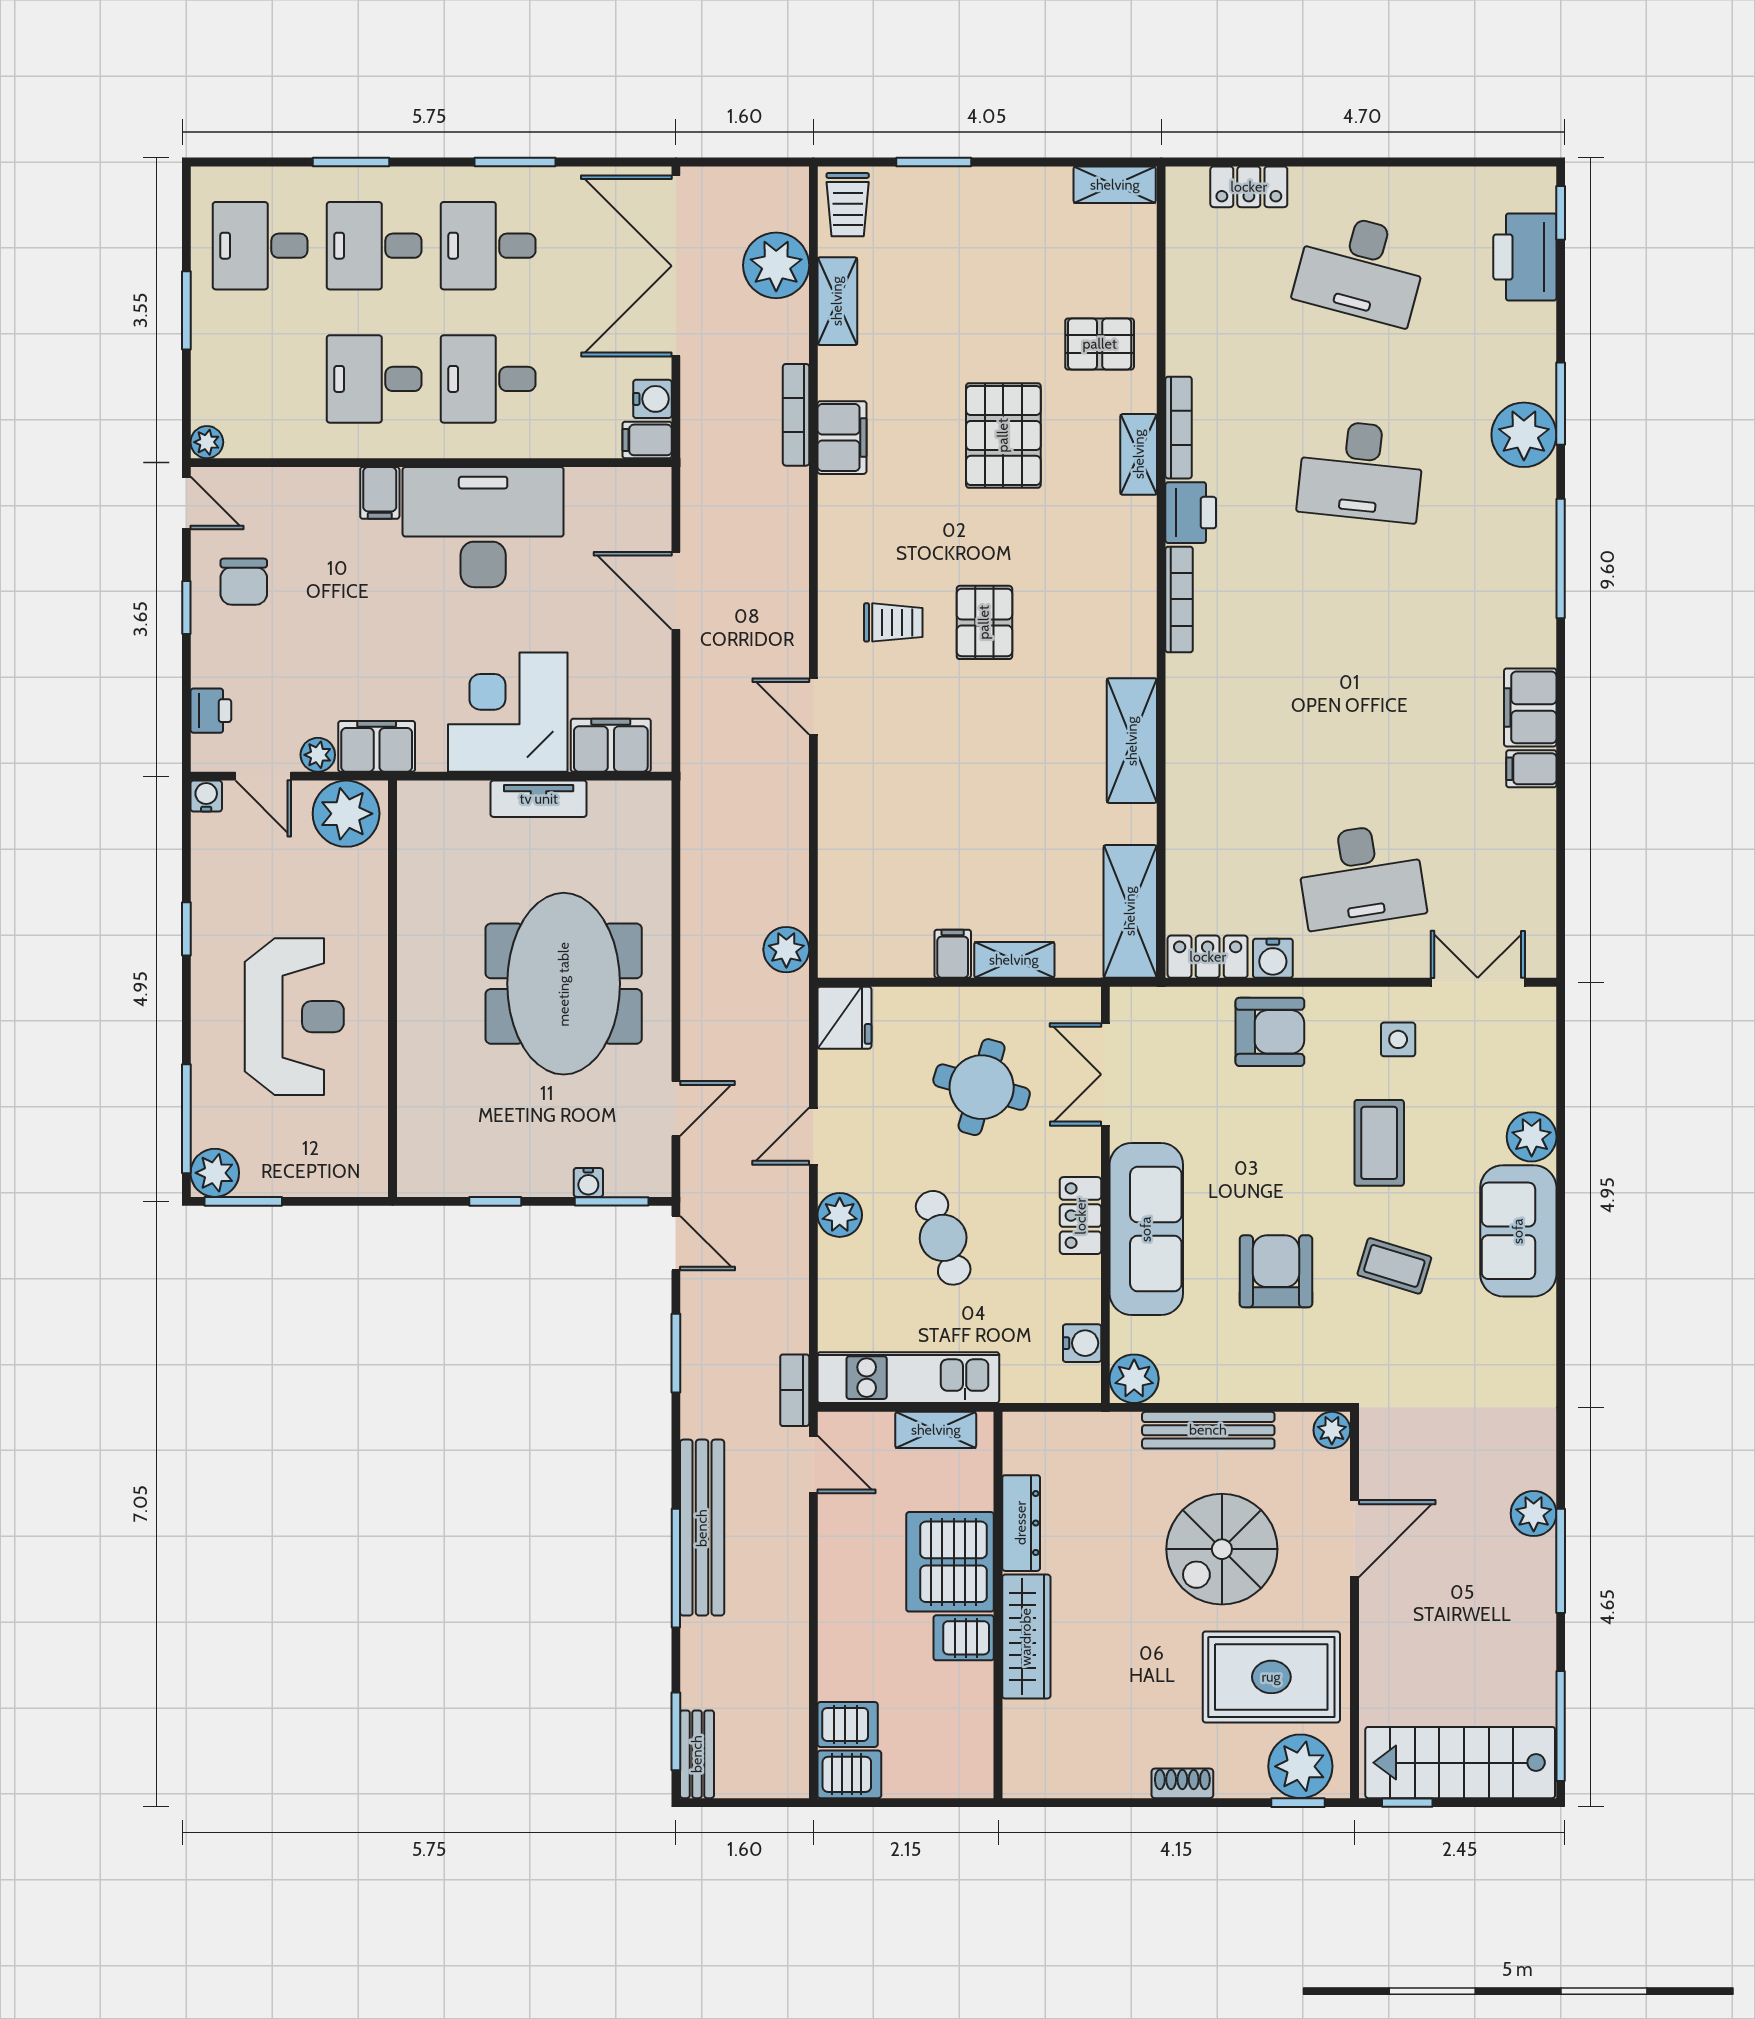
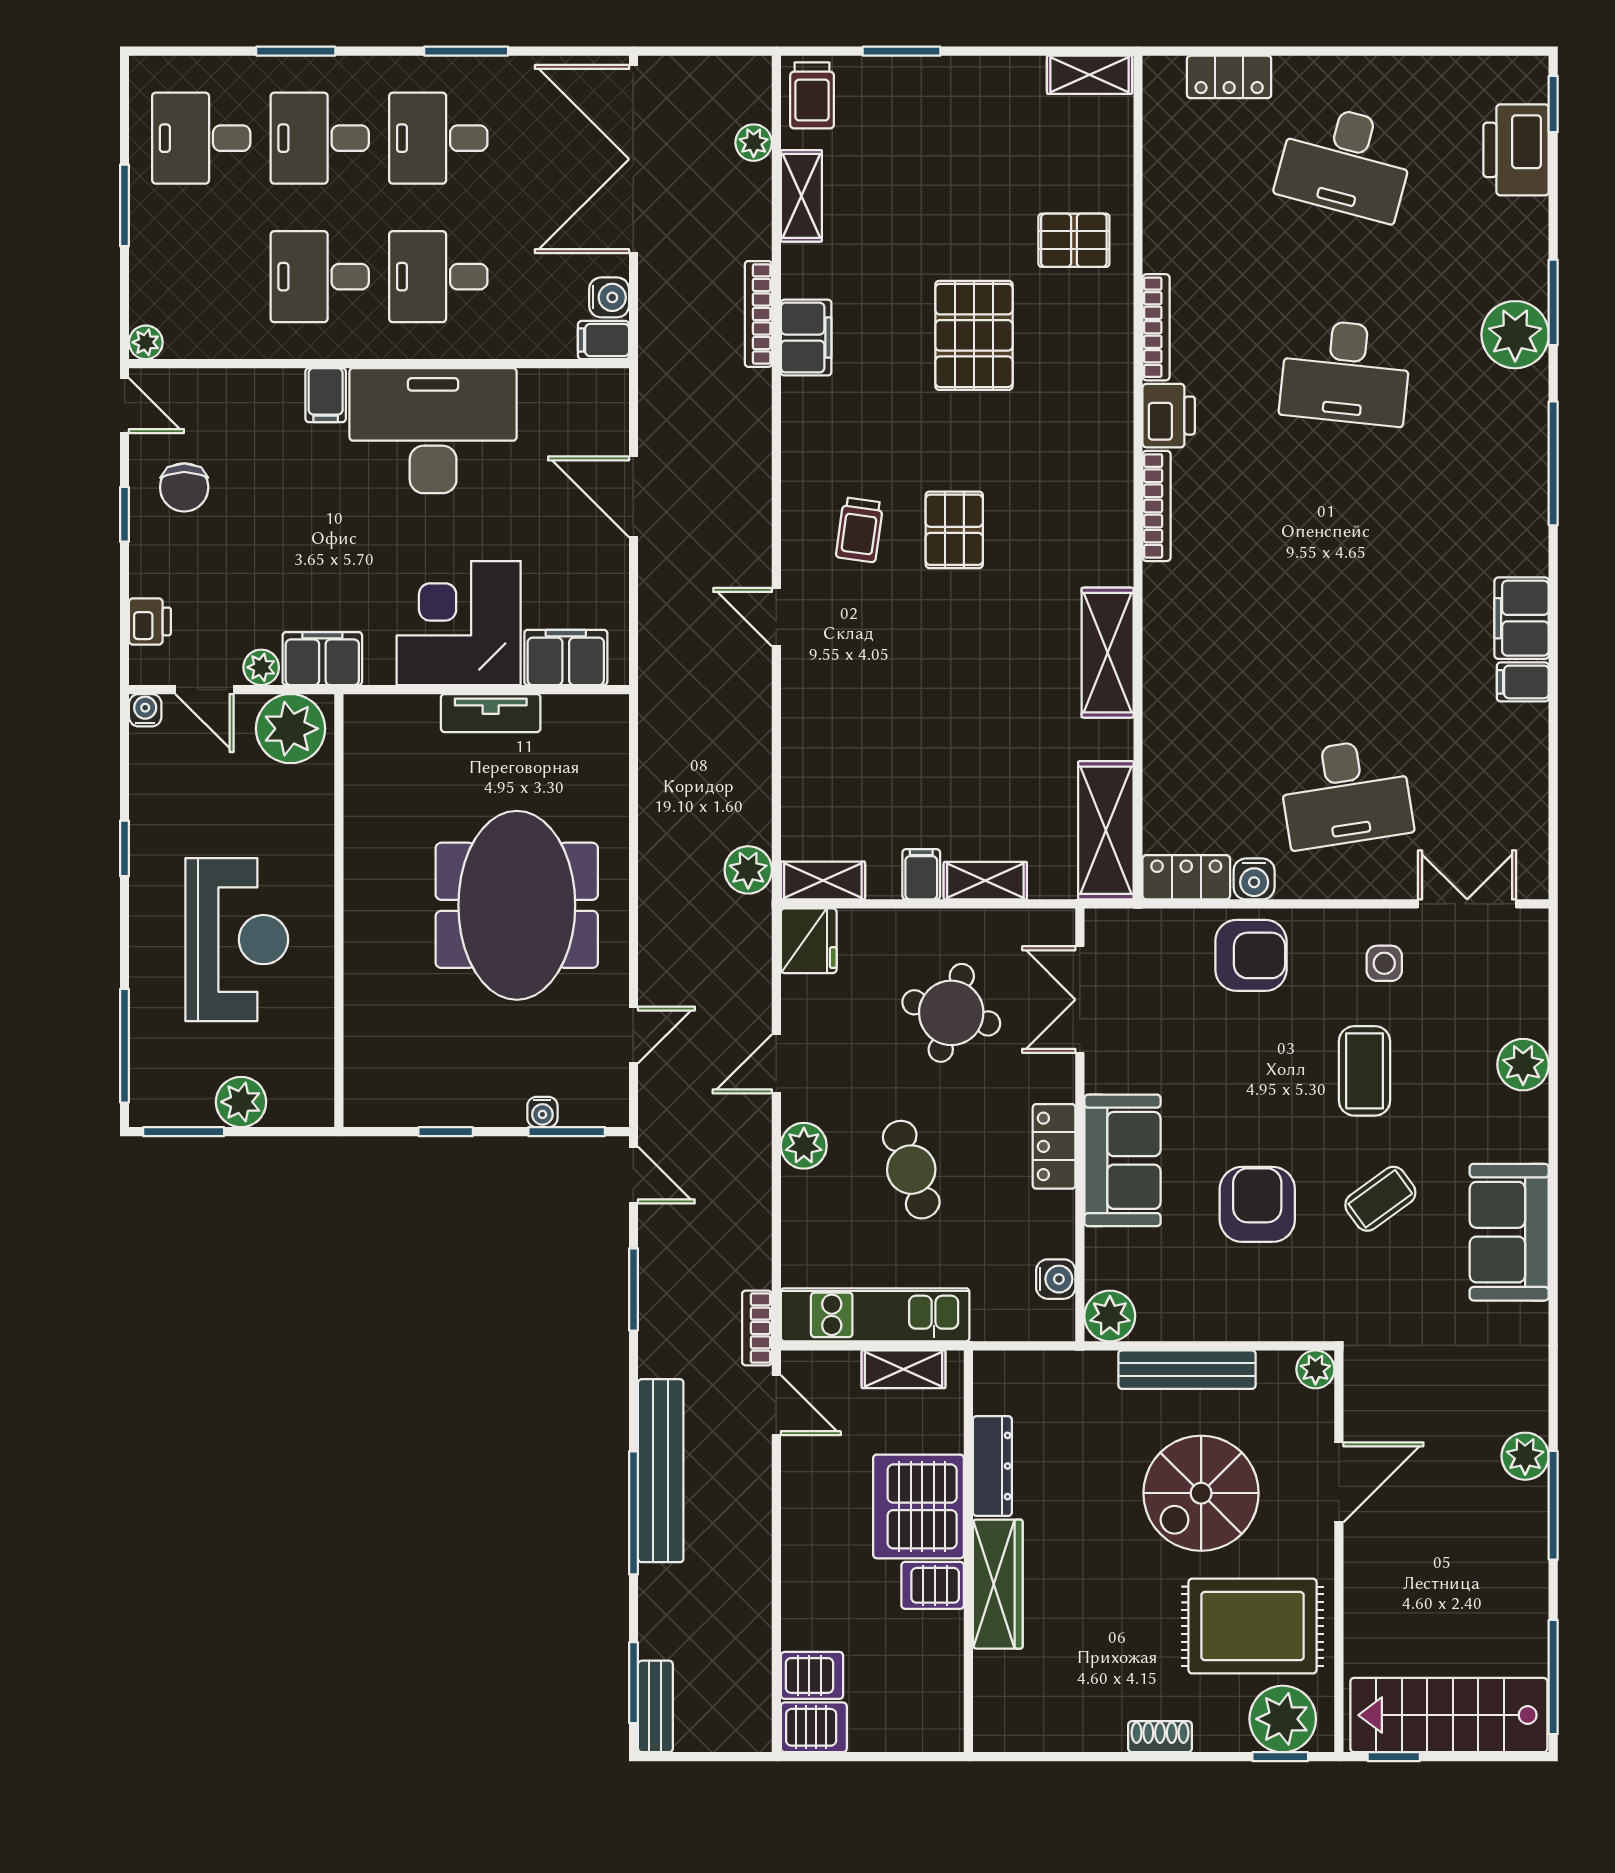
plant: (776, 265) -> (754, 143), width x0.53, depth x0.53
shelving: (1139, 454) -> (823, 880), moved, turned 90
trolley: (893, 622) -> (860, 530), turned 98
plant: (215, 1173) -> (241, 1102), moved
sofa: (1146, 1229) -> (1122, 1160), width x0.73
sofa: (1518, 1231) -> (1509, 1232), moved
coffee table: (1394, 1266) -> (1380, 1199), turned -53

